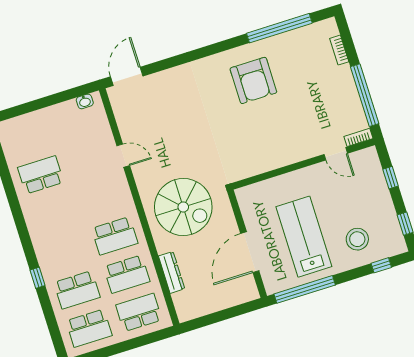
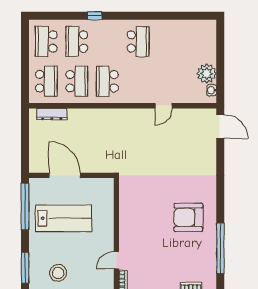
plant: (66, 114) -> (207, 74), added
school desk: (41, 175) -> (138, 42), moved
spiral stairs: (183, 207) -> (113, 138), removed
stool: (357, 239) -> (58, 273), moved
window: (381, 265) -> (25, 268), width x2.17
dresser: (172, 272) -> (52, 114), moved
school desk: (127, 274) -> (77, 81), turned 180

